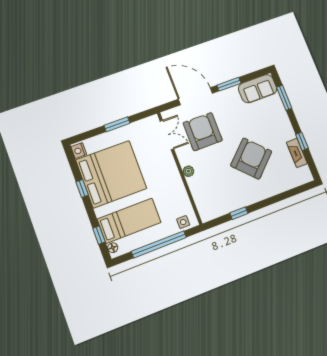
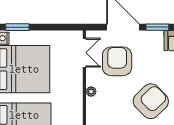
window: (117, 124) -> (17, 27), moved

